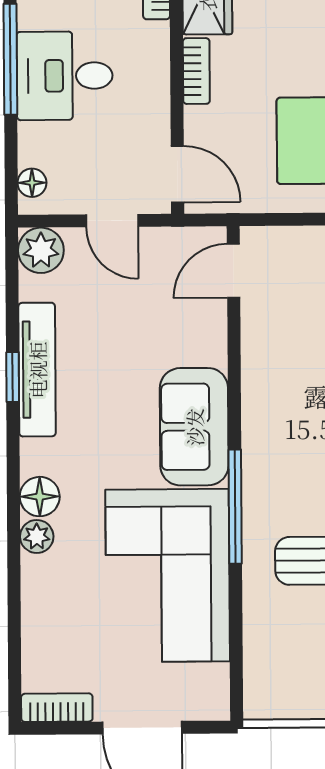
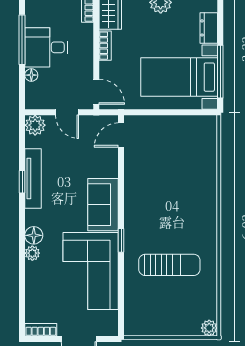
floor lamp: (32, 183) -> (31, 75), moved
window: (235, 507) -> (121, 240), width x0.46

